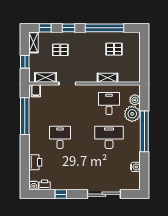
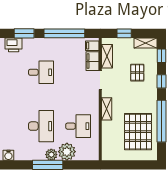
pallet: (114, 49) -> (138, 132), width x2.05, depth x2.00
shelving: (107, 78) -> (107, 109), moved
filing cabinet: (50, 90) -> (93, 61), added
plant: (135, 100) -> (51, 155), moved
window: (144, 131) -> (48, 165), width x0.68
window: (25, 153) -> (24, 33), added

